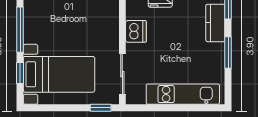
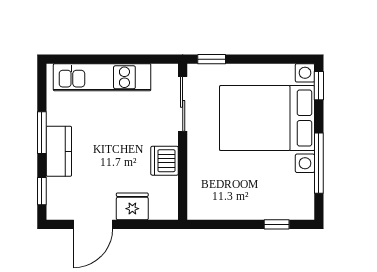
kitchen counter: (215, 23) -> (59, 151), moved
window: (20, 73) -> (319, 86), moved
bed with nightstands: (59, 74) -> (267, 118), width x1.36

